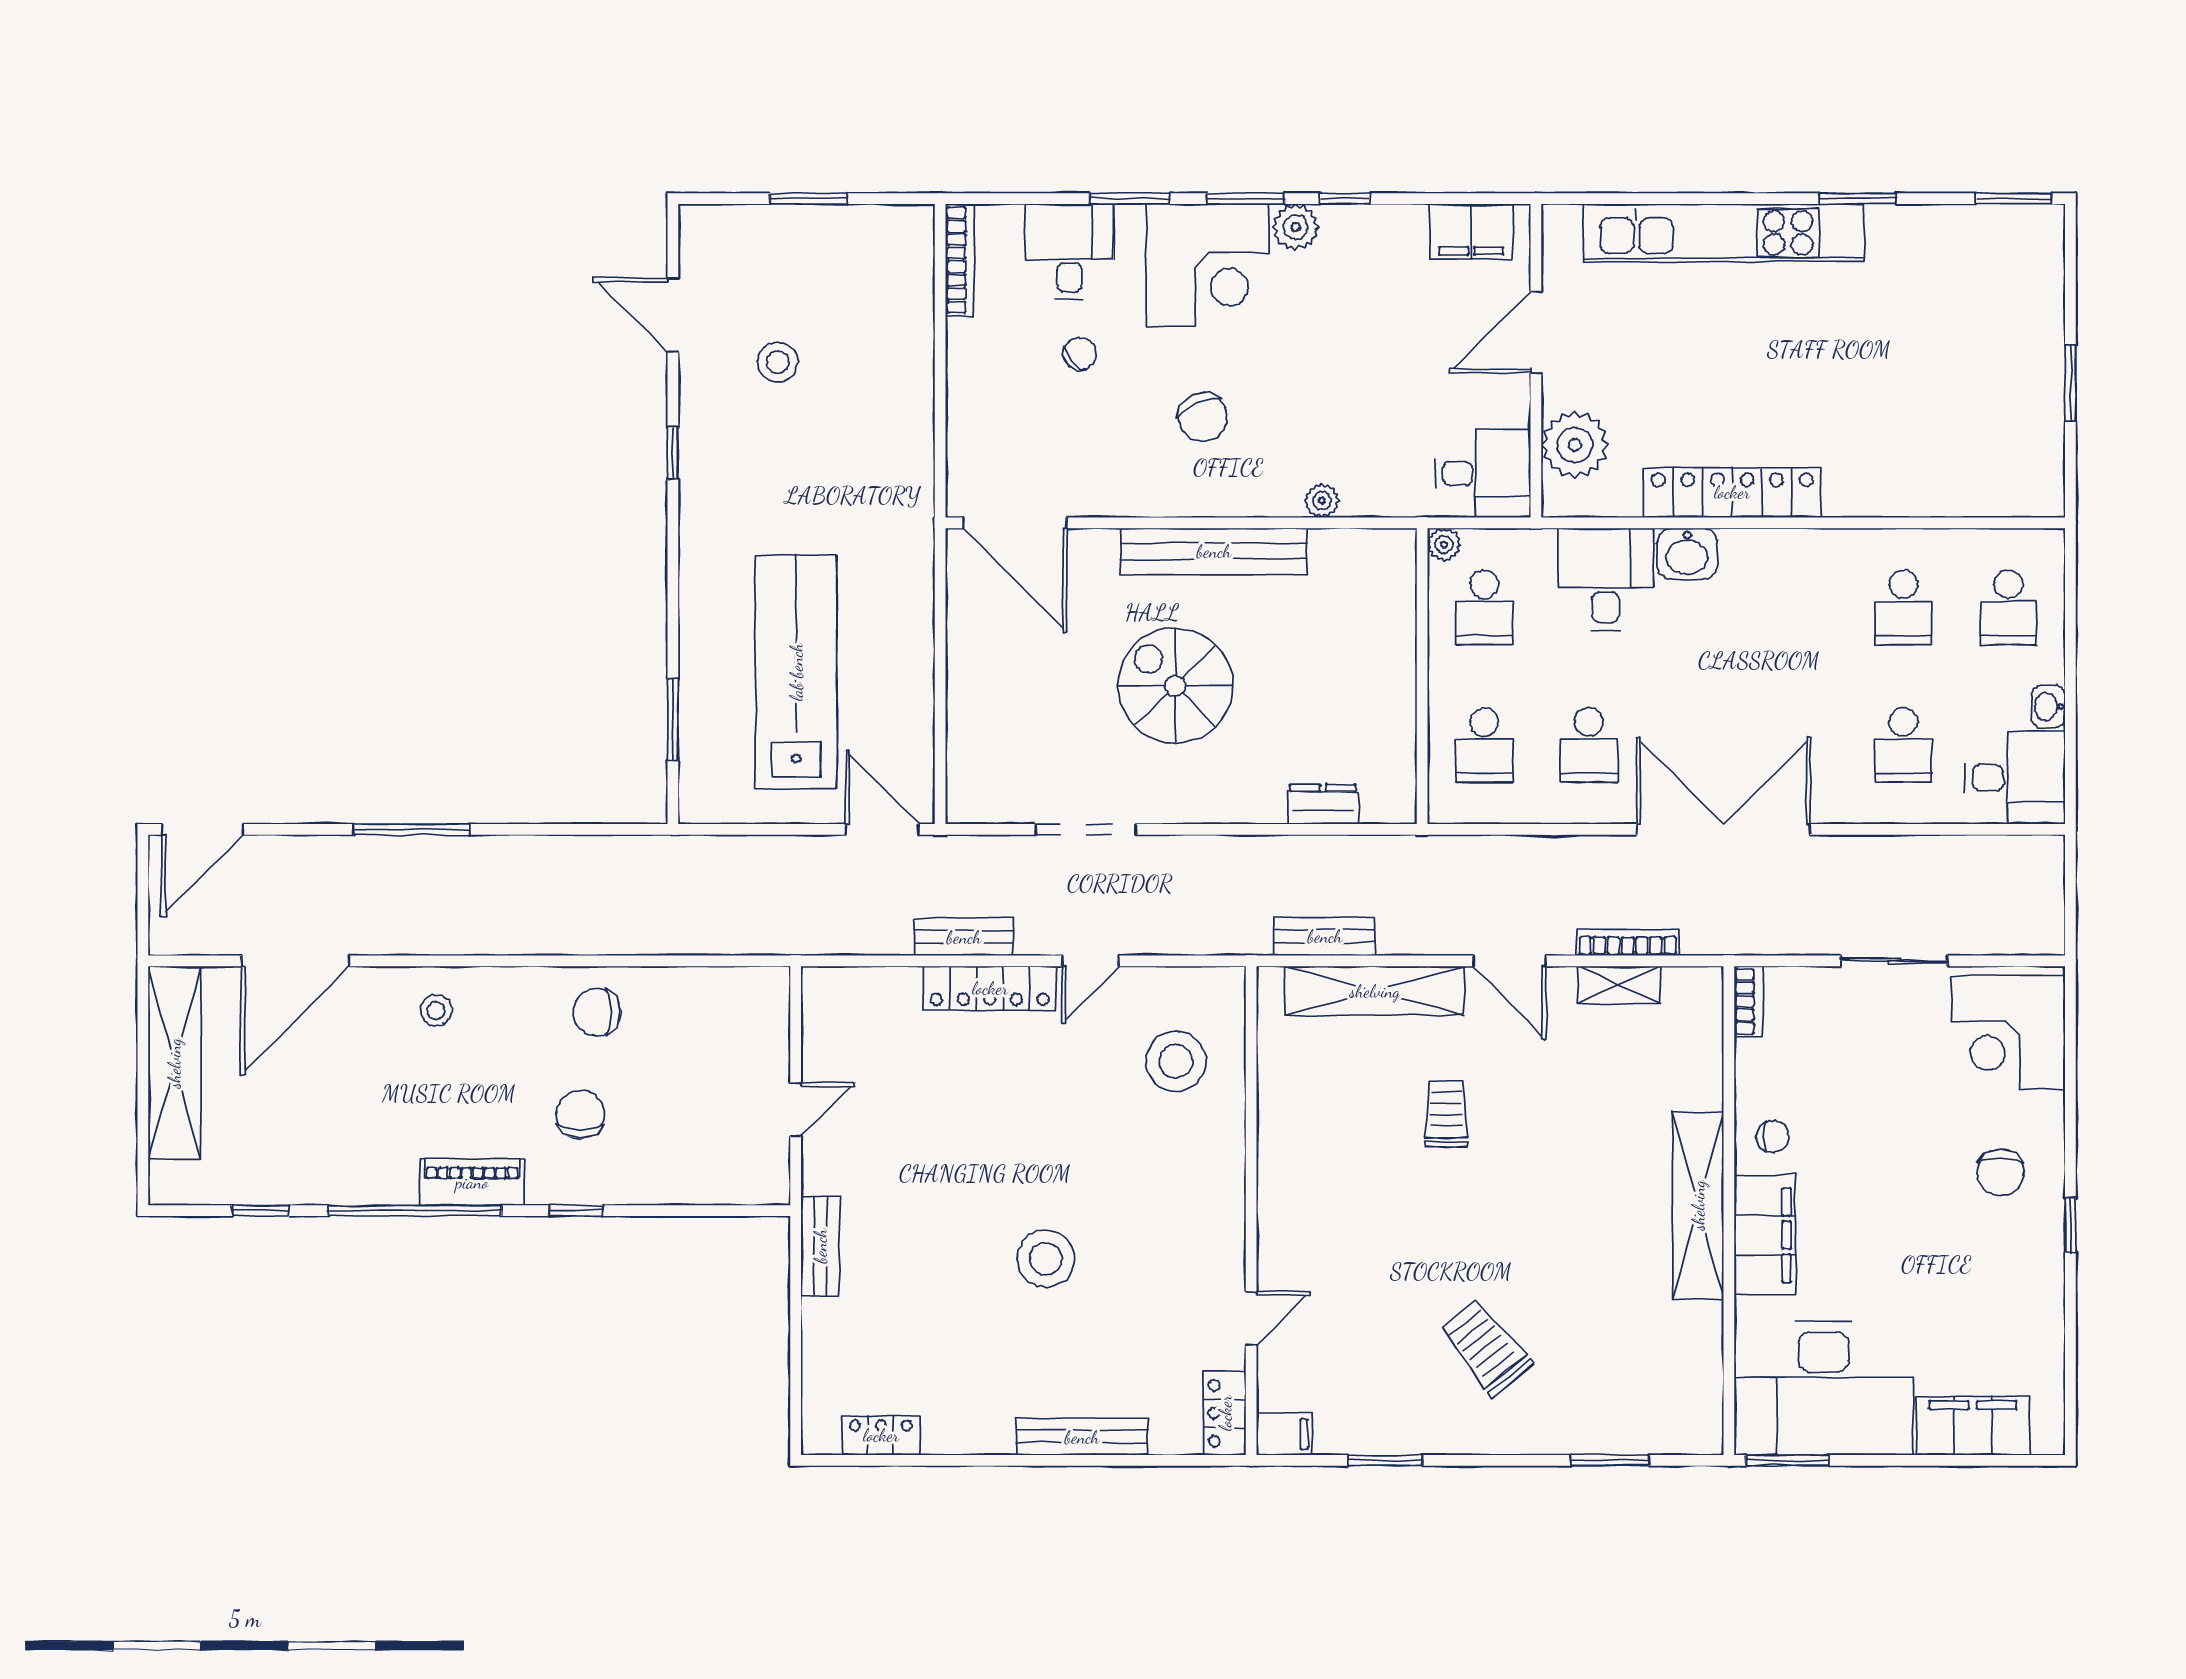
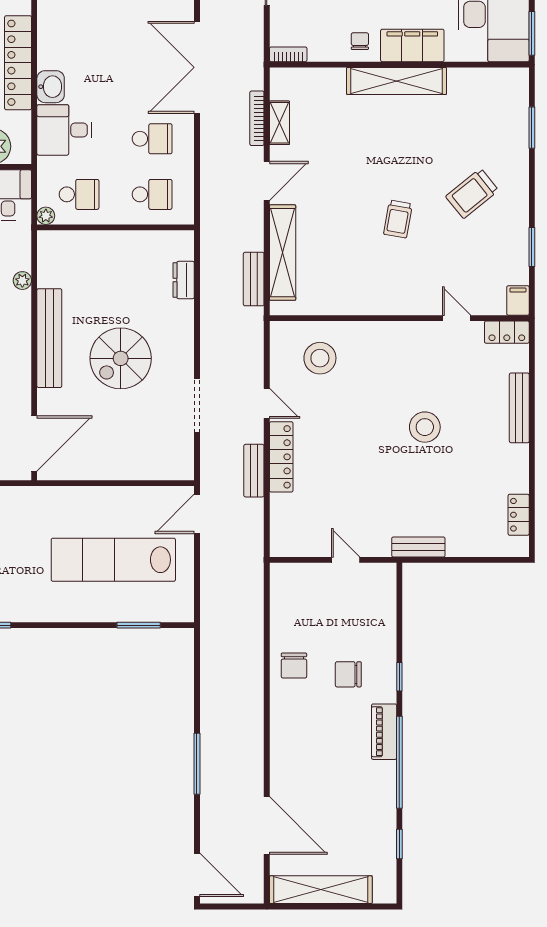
stool: (436, 1010) -> (293, 751), removed
trolley: (1446, 1114) -> (398, 219), moved, turned -80

